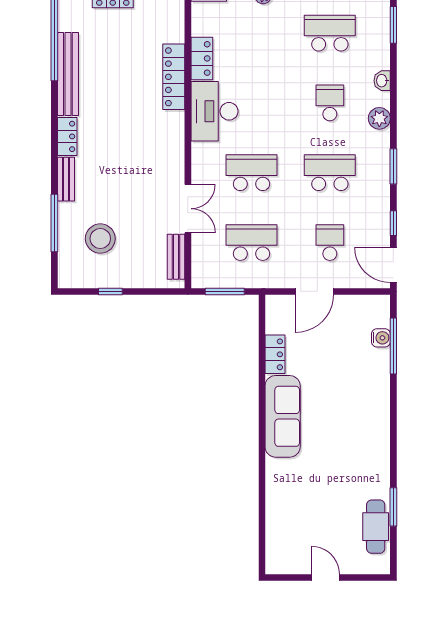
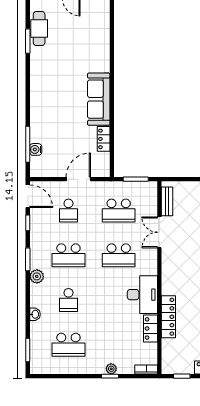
plant: (379, 118) -> (37, 276), moved

